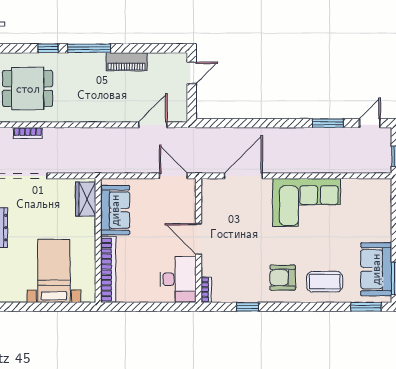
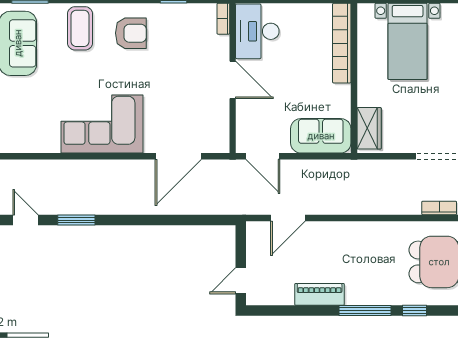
door: (370, 123) -> (26, 220), swing flipped
sofa: (115, 210) -> (321, 136), moved, turned 90
coffee table: (325, 282) -> (80, 28), turned 90

